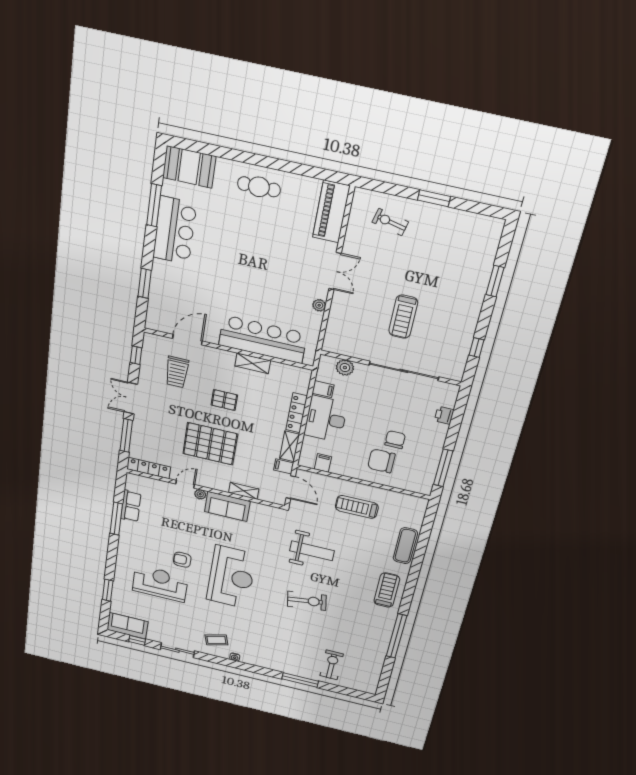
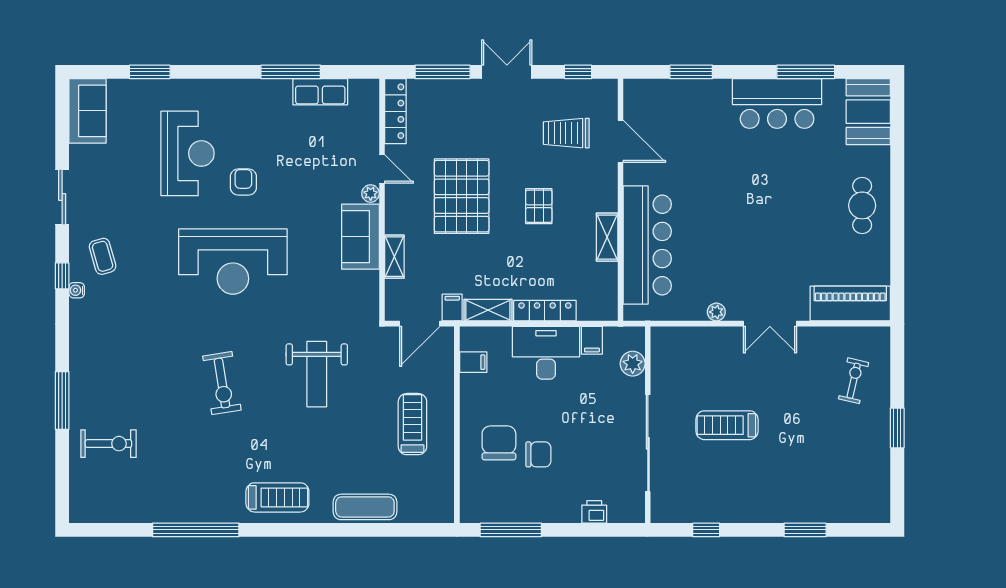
window: (137, 640) -> (62, 276), moved

